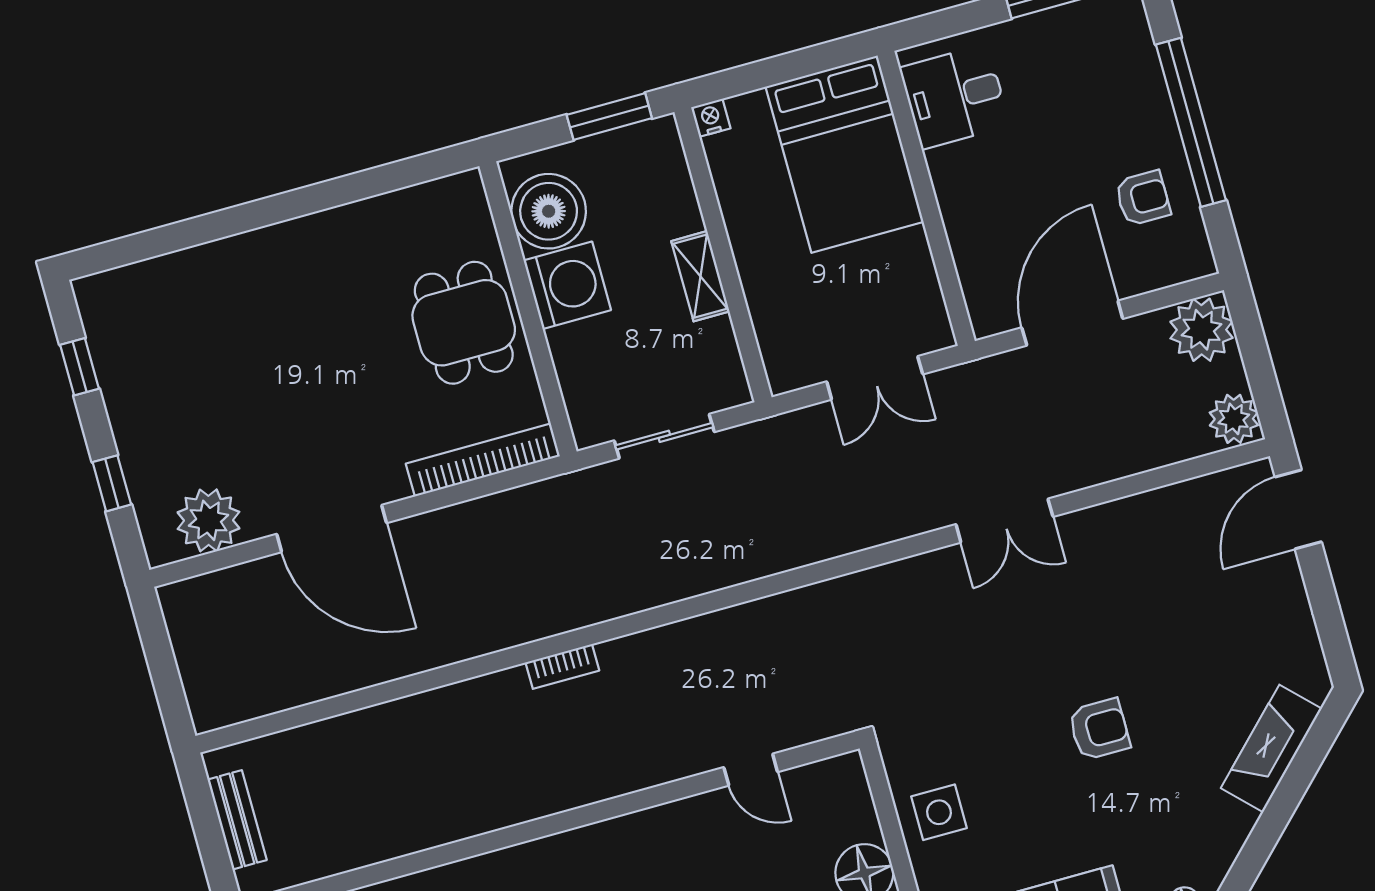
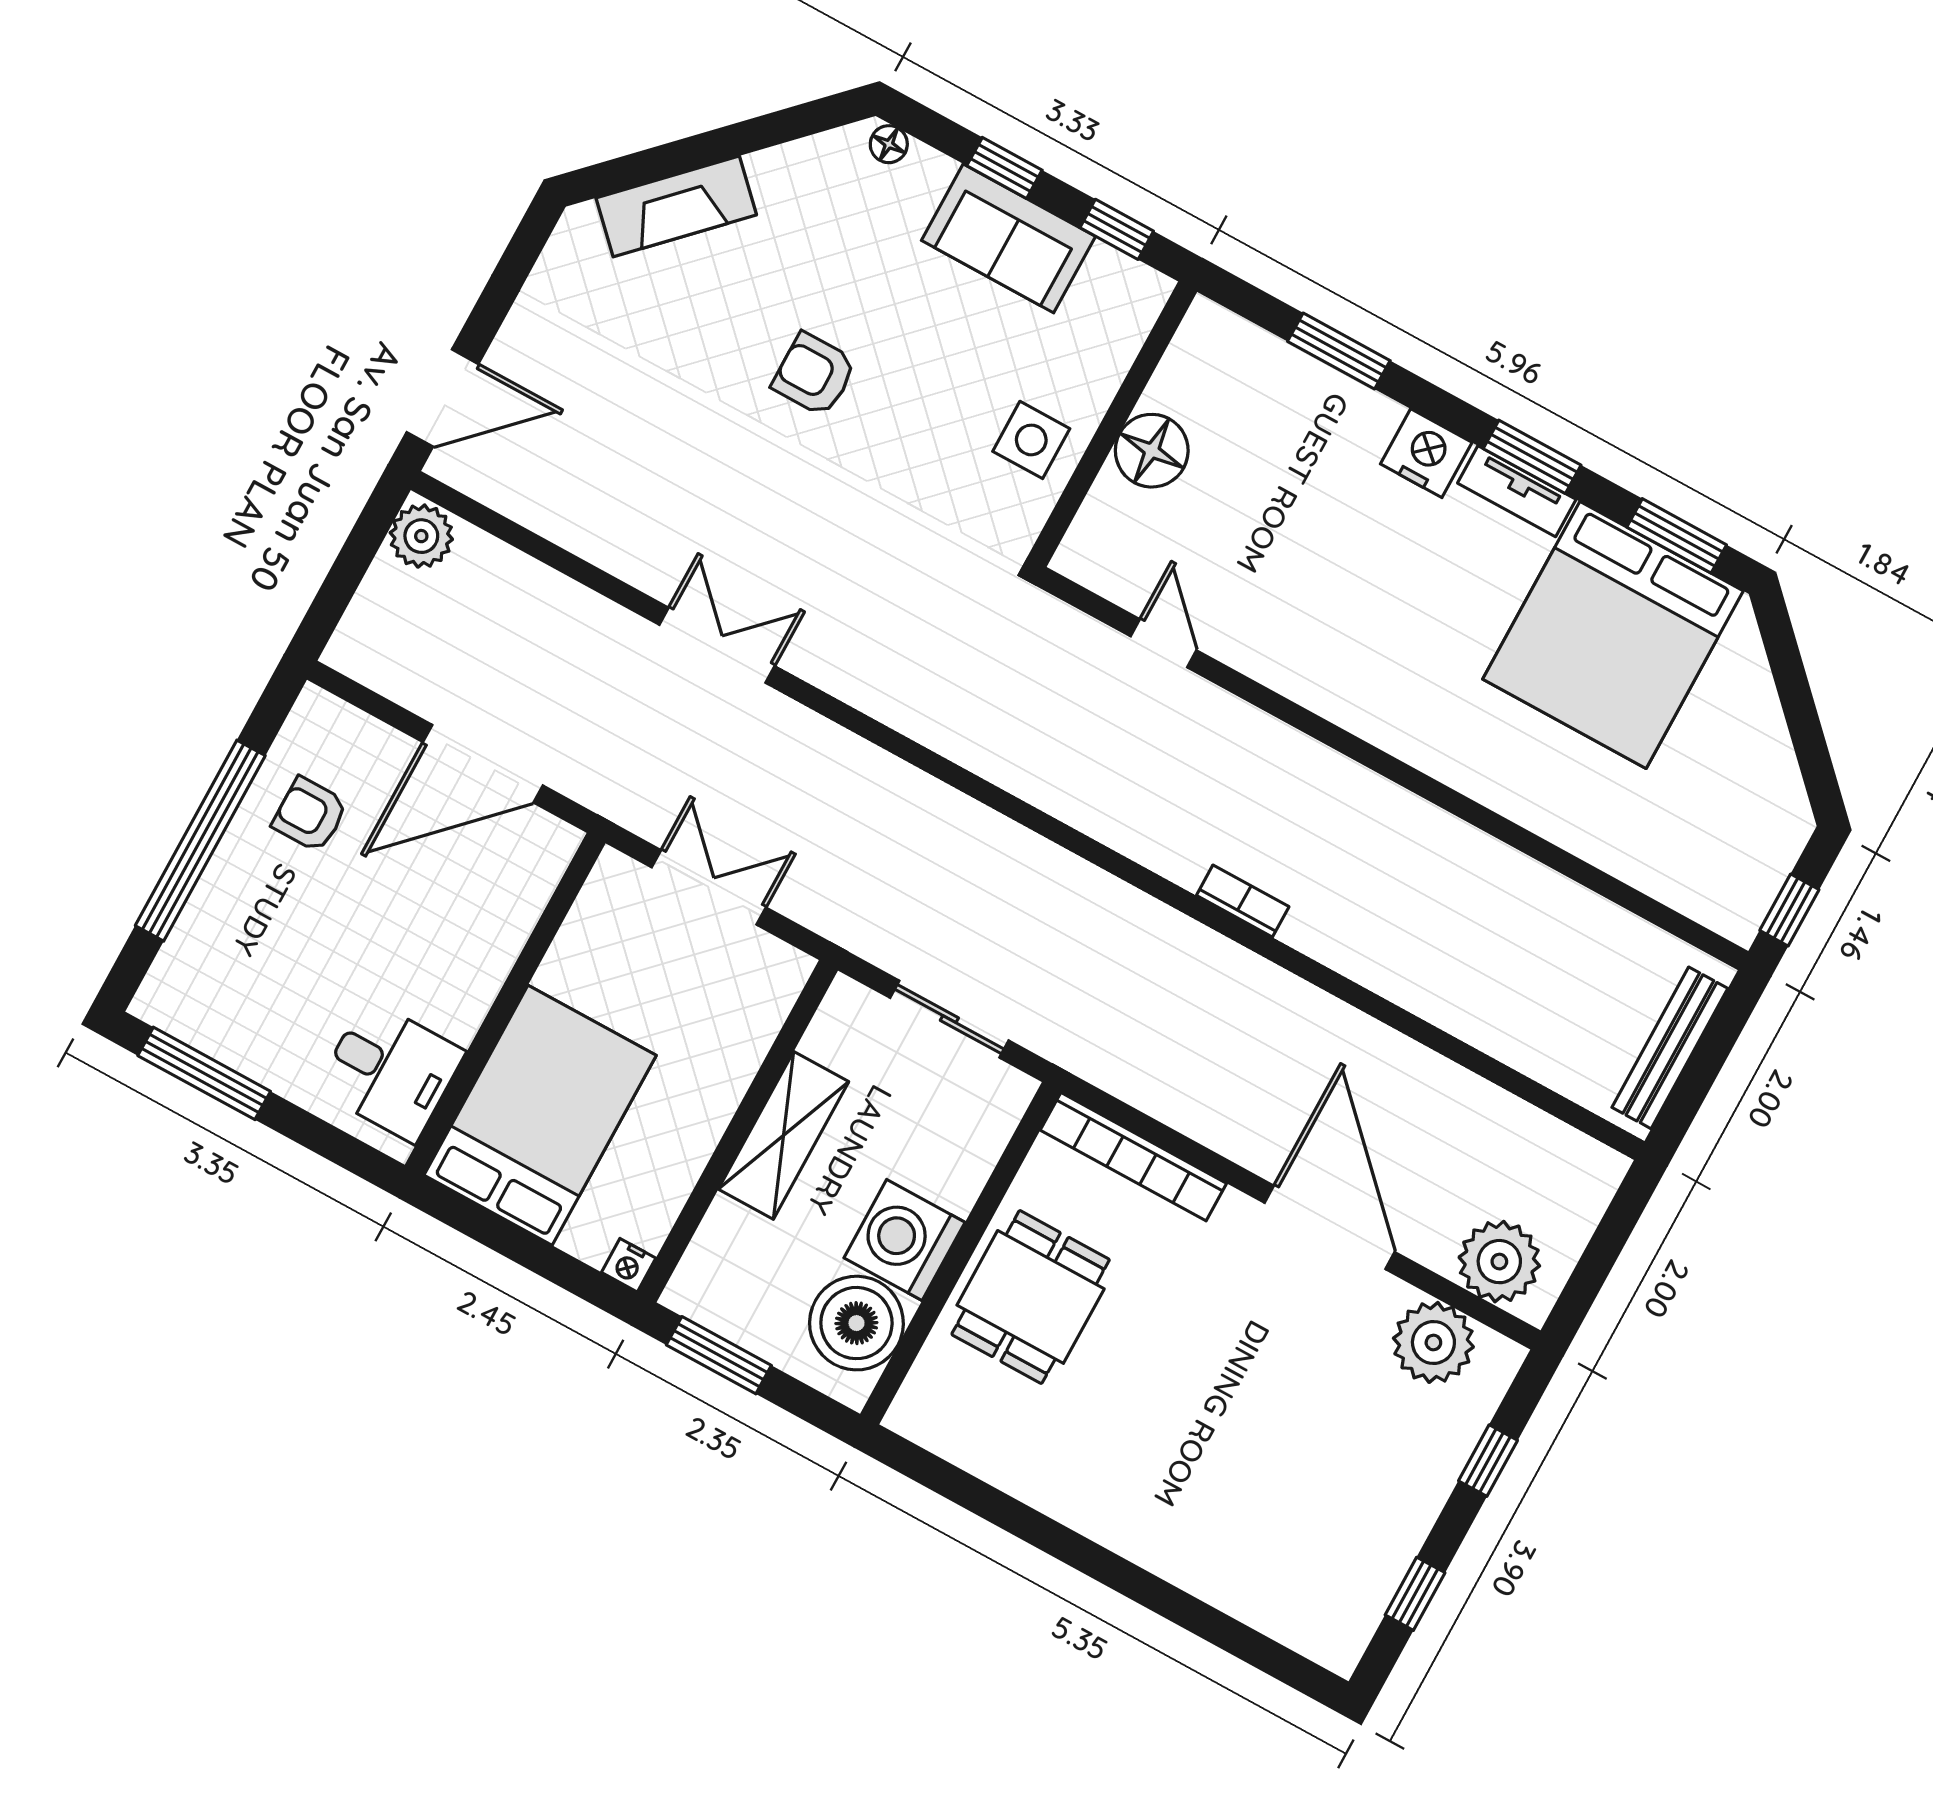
shelving: (700, 276) -> (784, 1135), width x1.50, depth x1.33
plant: (1201, 330) -> (1499, 1262), moved
bench: (237, 820) -> (1670, 1048), width x1.36

